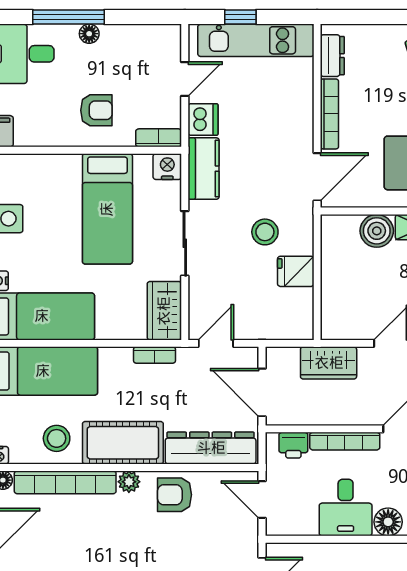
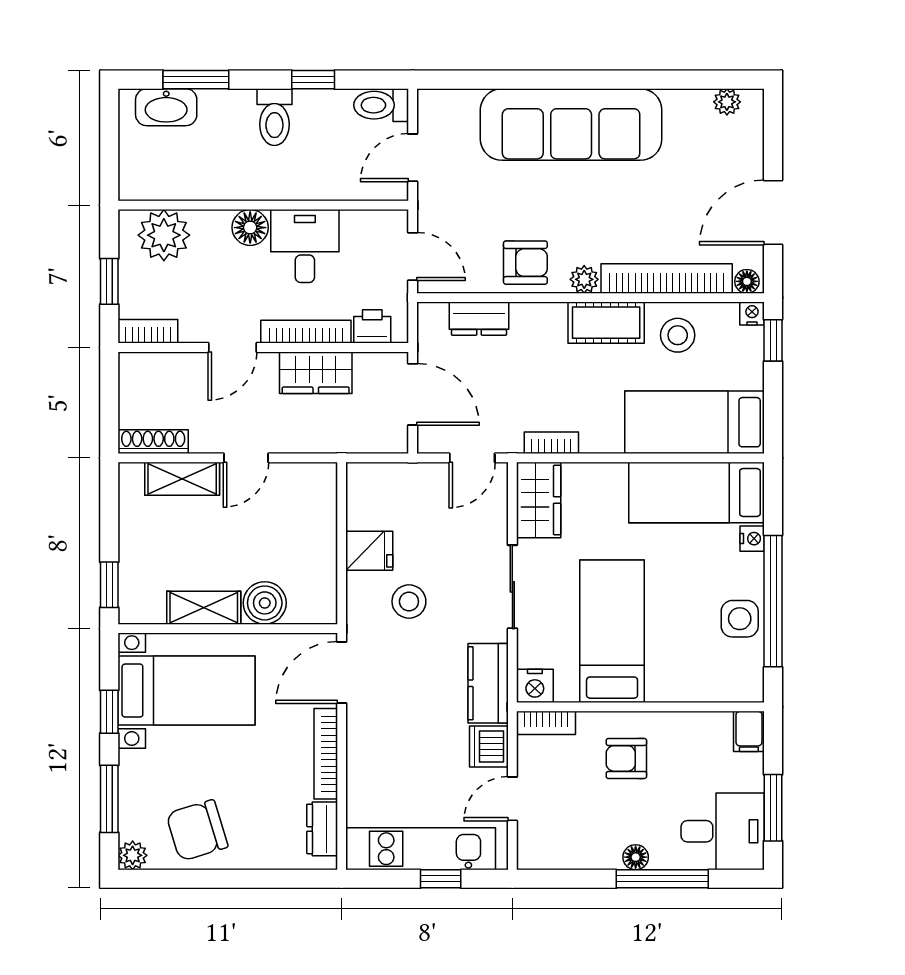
wardrobe: (329, 363) -> (316, 373), moved, turned 180
cot: (123, 443) -> (606, 323), width x0.73, depth x0.75
dresser: (211, 448) -> (479, 319), width x0.51, depth x0.80

